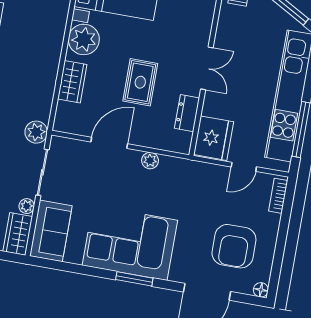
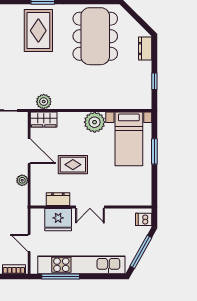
wardrobe: (72, 82) -> (44, 119), moved
plant: (36, 132) -> (44, 102), moved
fridge: (214, 138) -> (58, 220), moved

